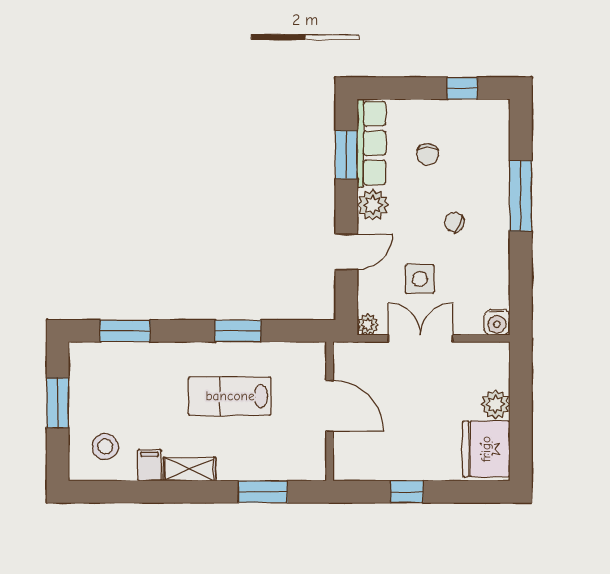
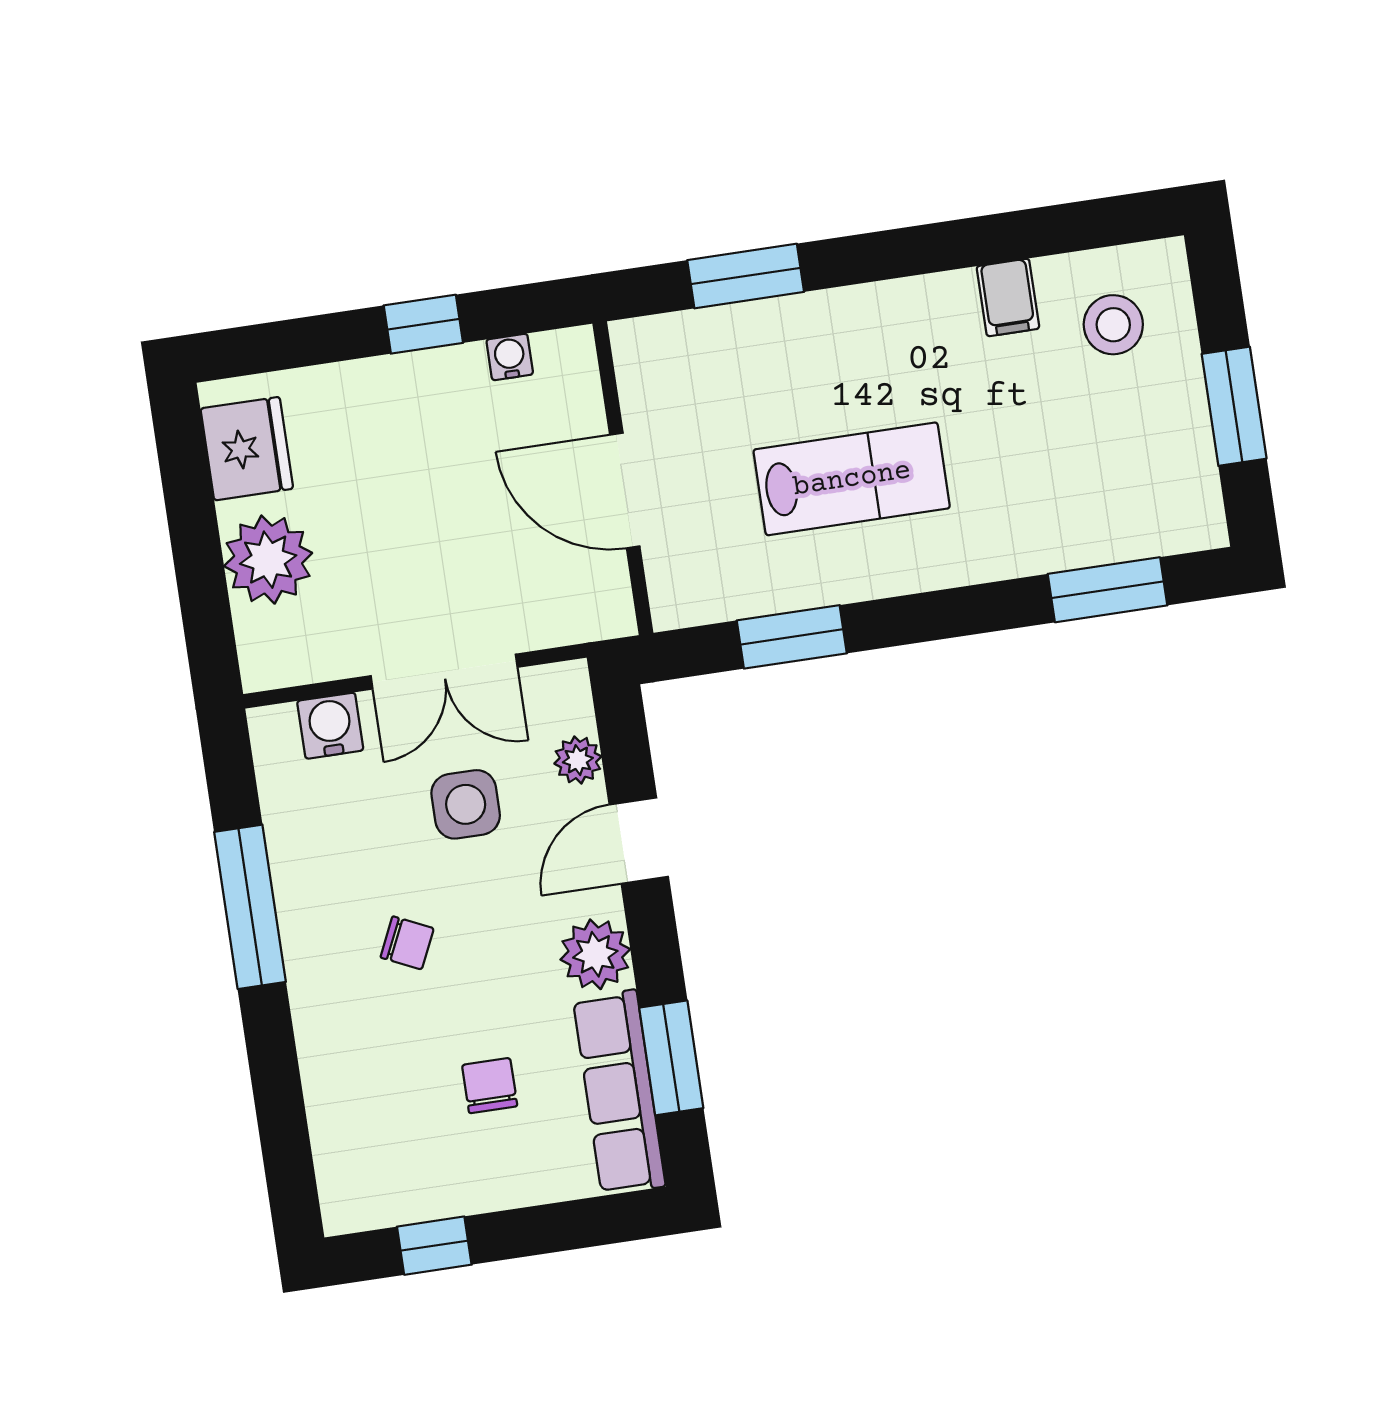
window: (521, 196) -> (250, 907), moved
water cooler: (497, 322) -> (330, 726), moved
plant: (368, 325) -> (578, 760), moved
window: (238, 331) -> (792, 637), moved
plant: (495, 404) -> (268, 560), width x1.36, depth x1.36
fridge: (486, 449) -> (247, 449), width x0.73, depth x0.75
shelving: (190, 469) -> (917, 302), removed
water cooler: (371, 472) -> (510, 357), added

